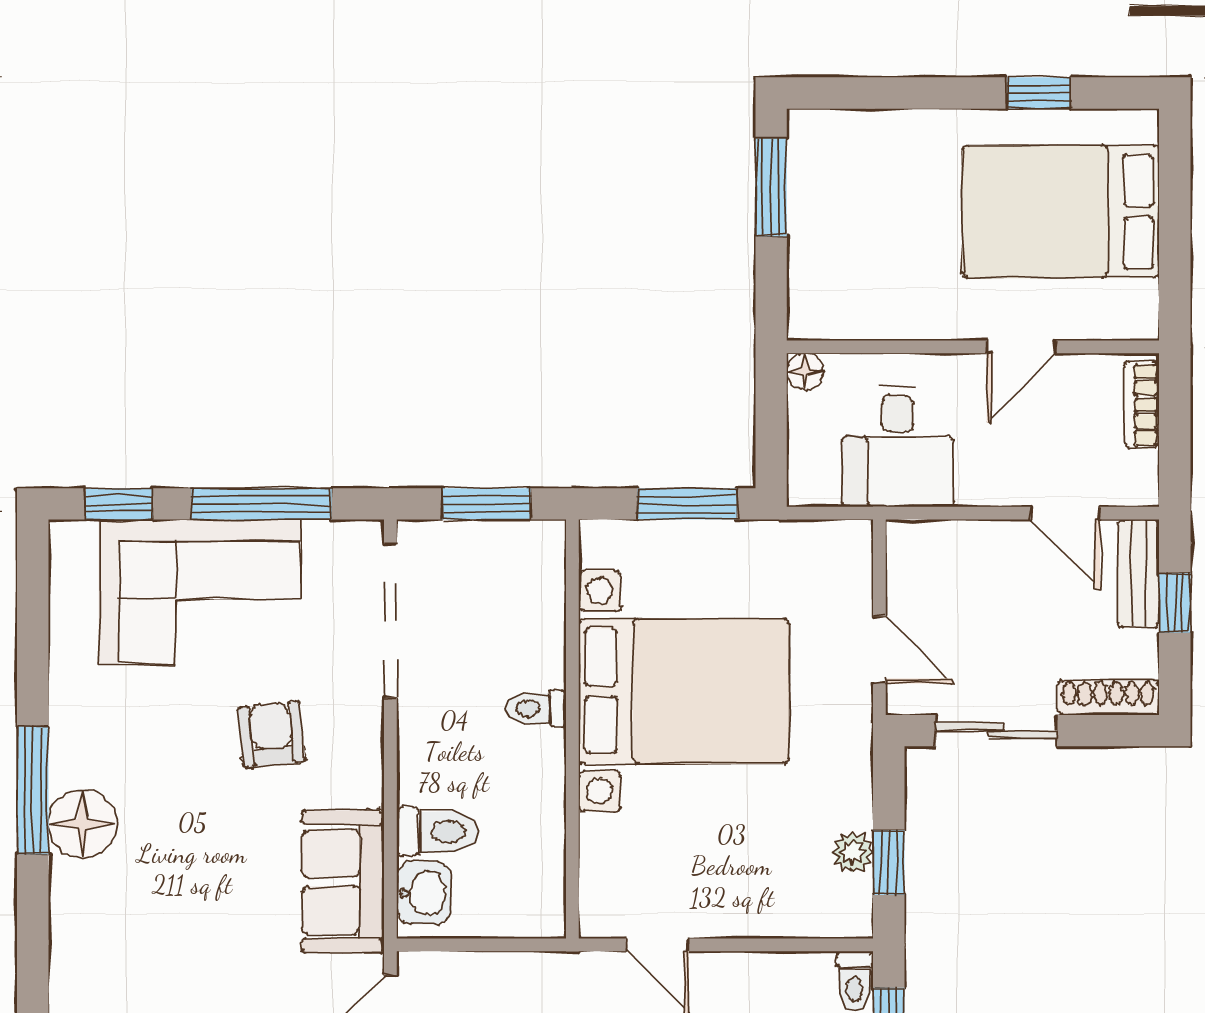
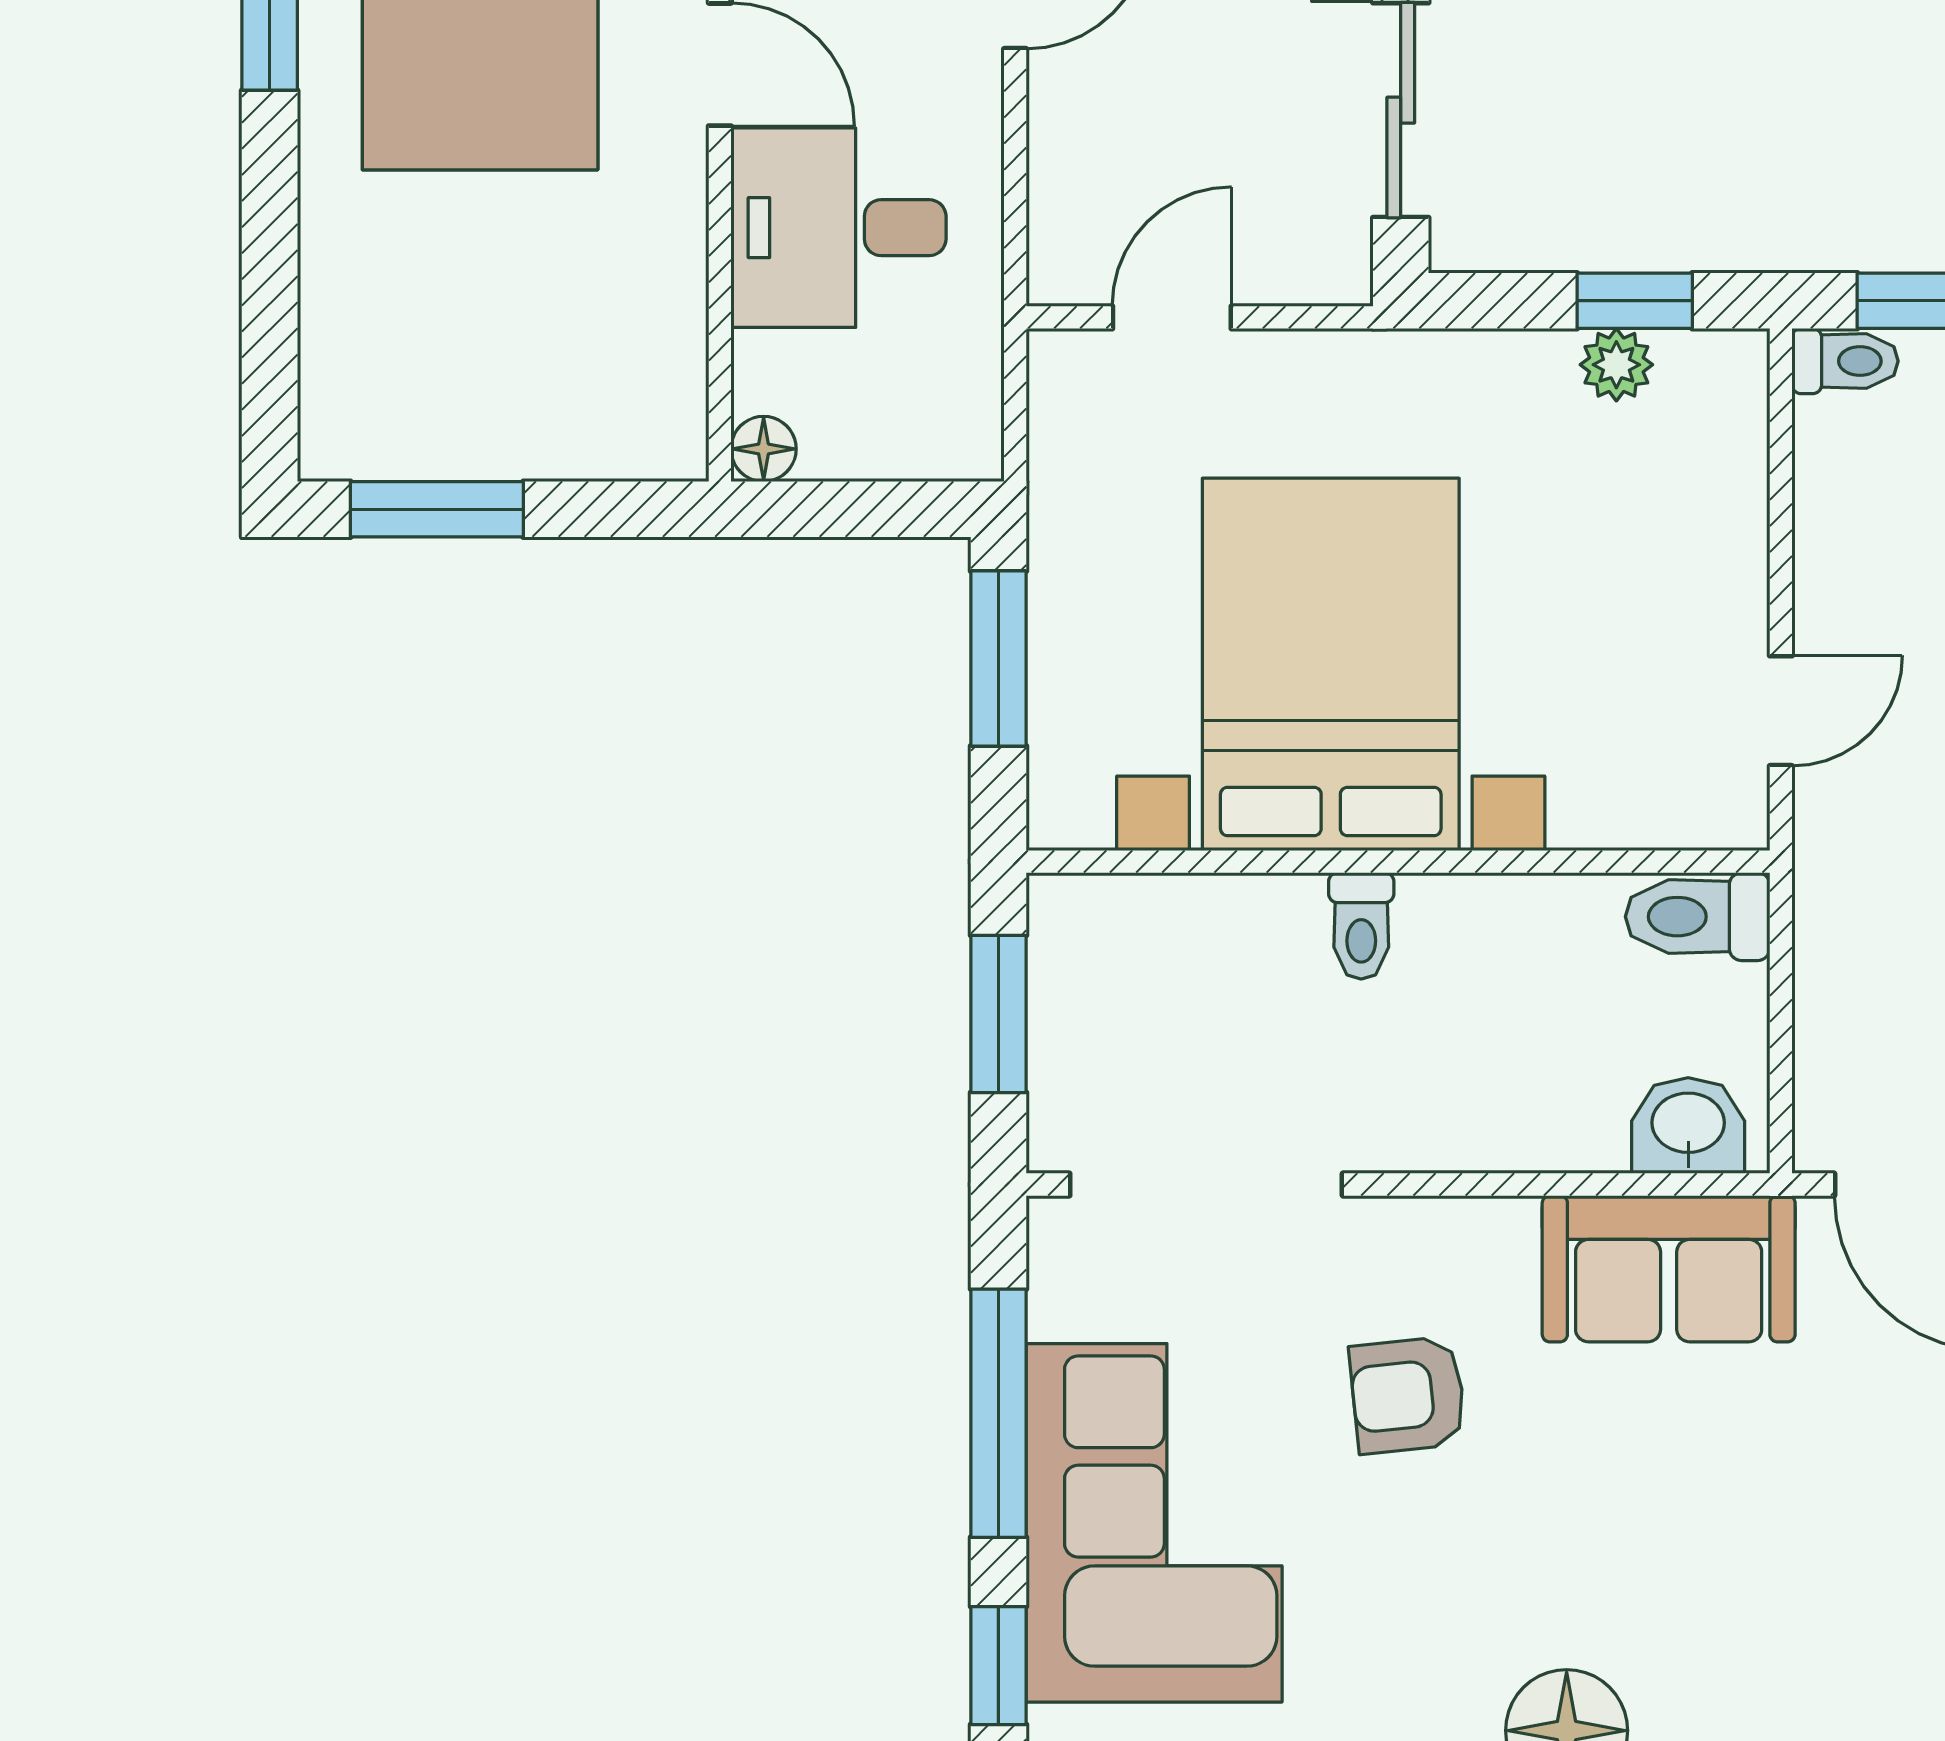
desk: (898, 446) -> (838, 228), moved, turned 180
door: (879, 650) -> (1172, 317), moved
toilet: (437, 832) -> (1698, 917), moved, turned -90

